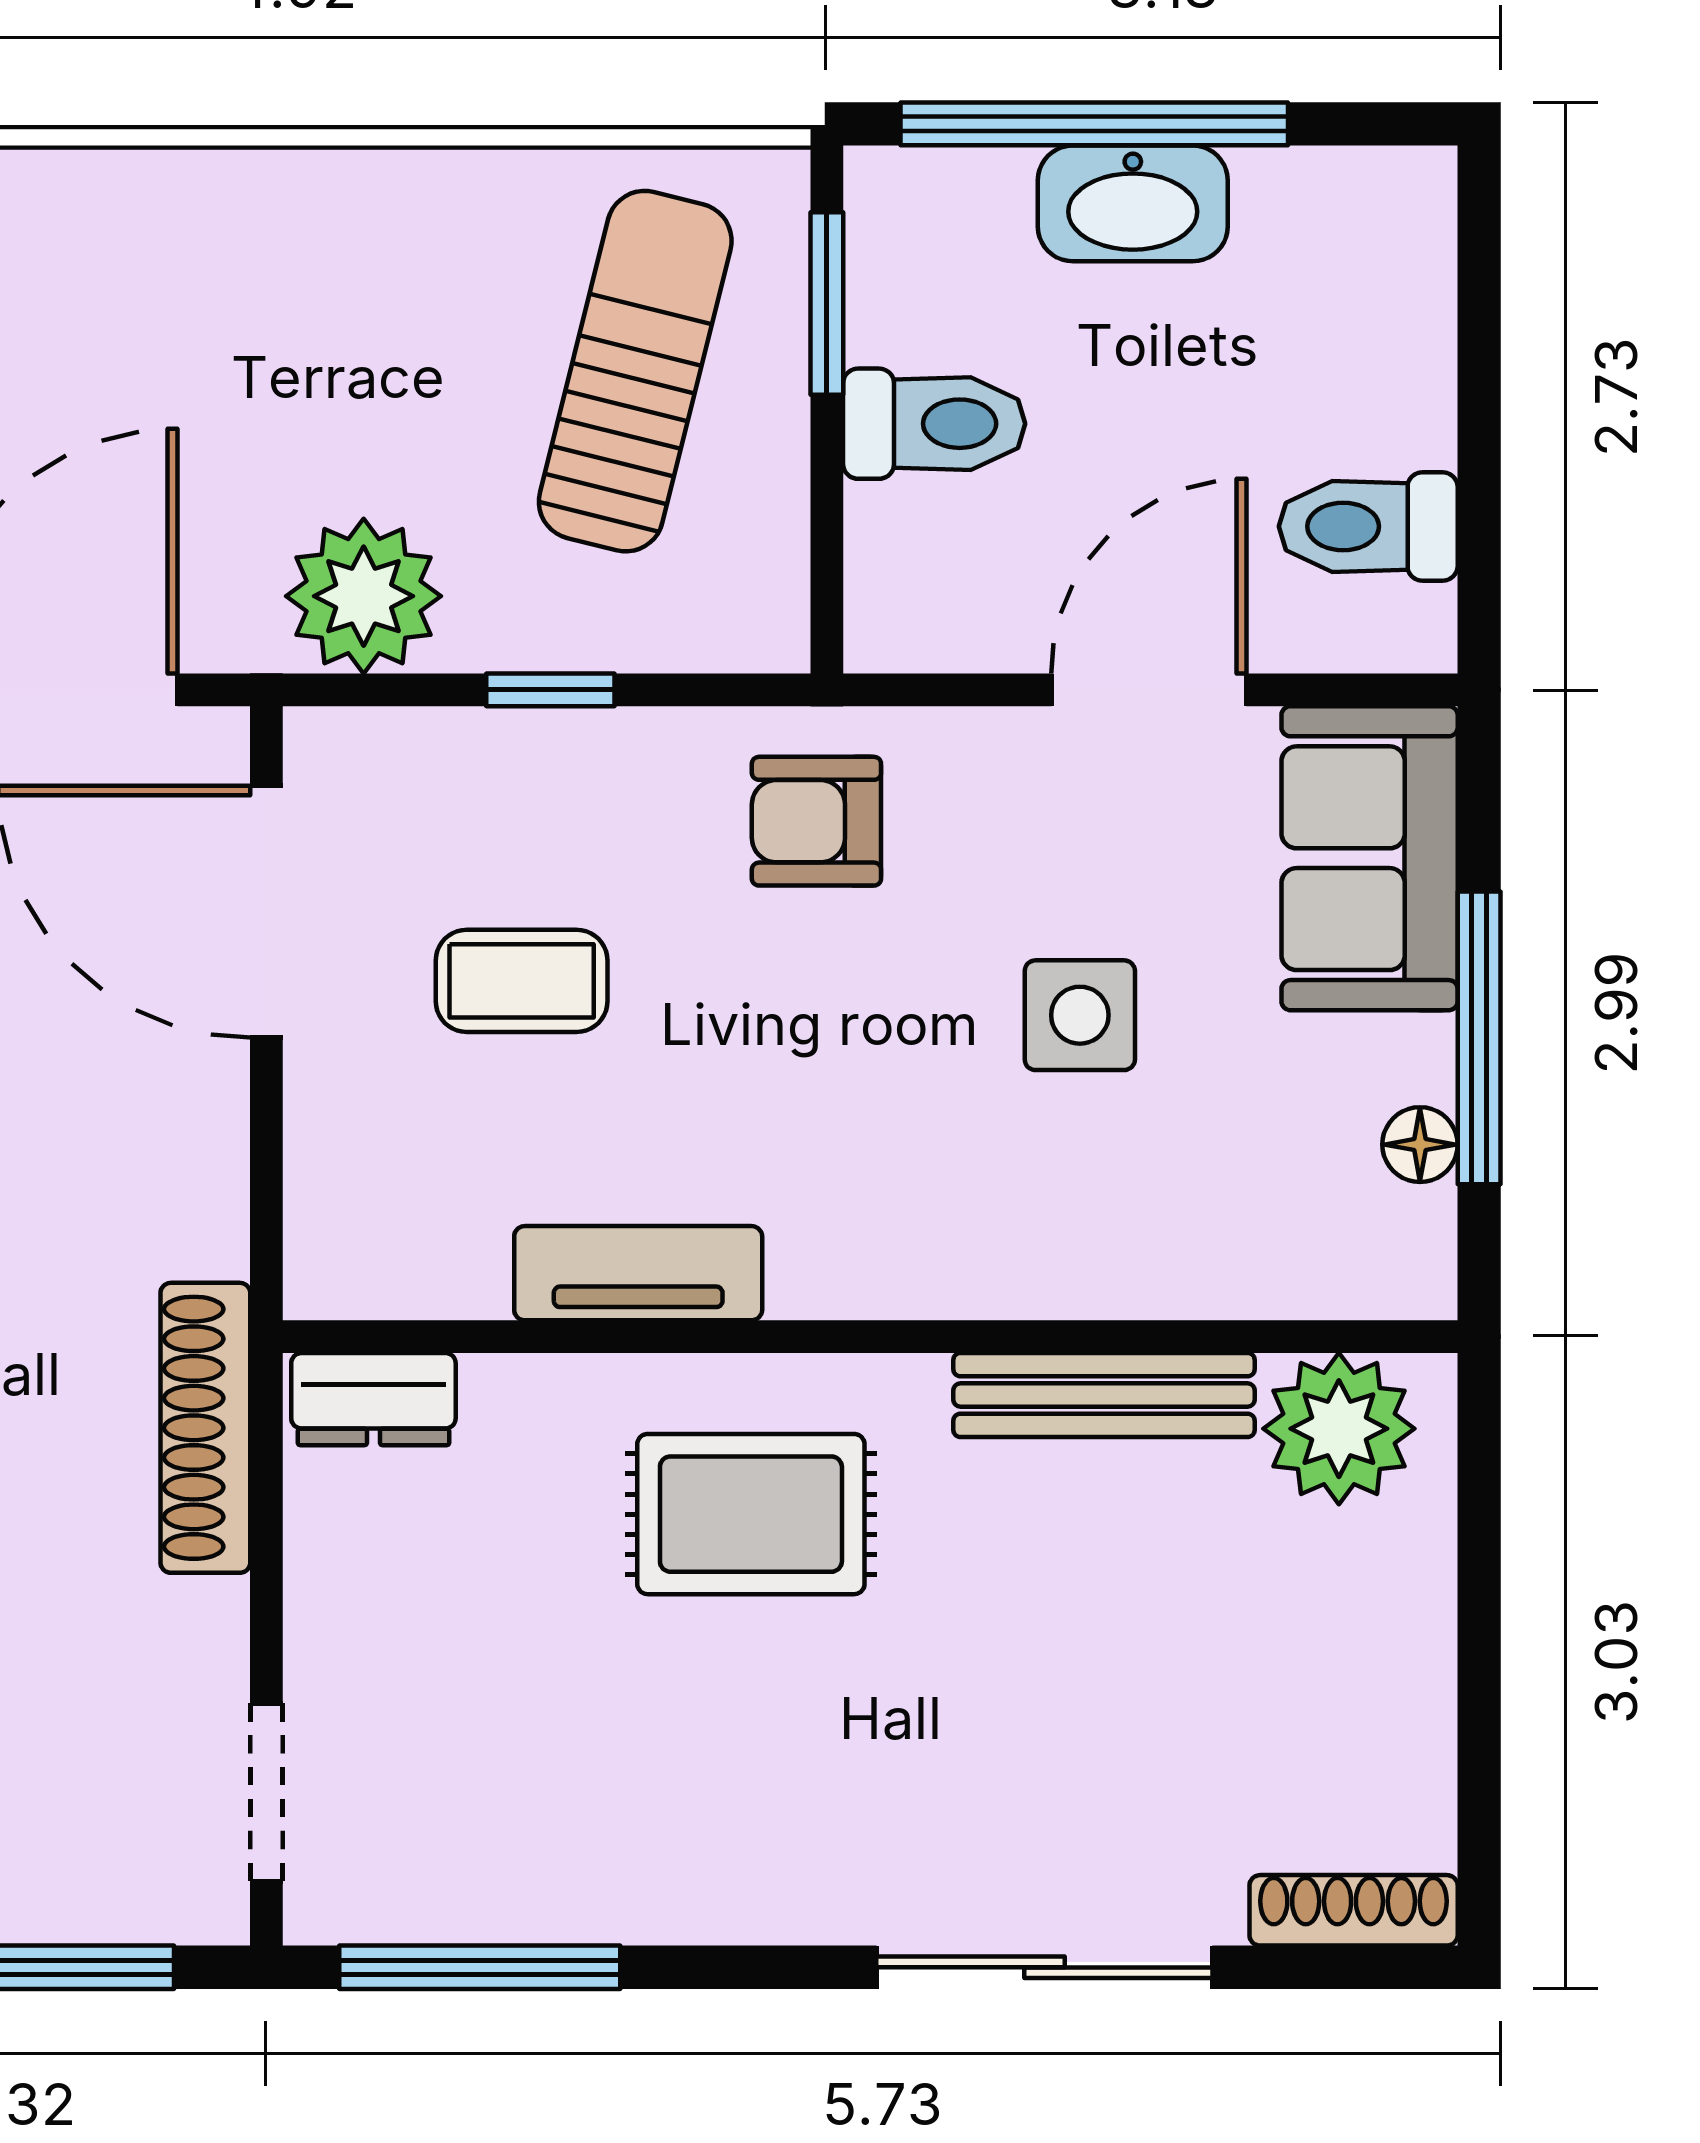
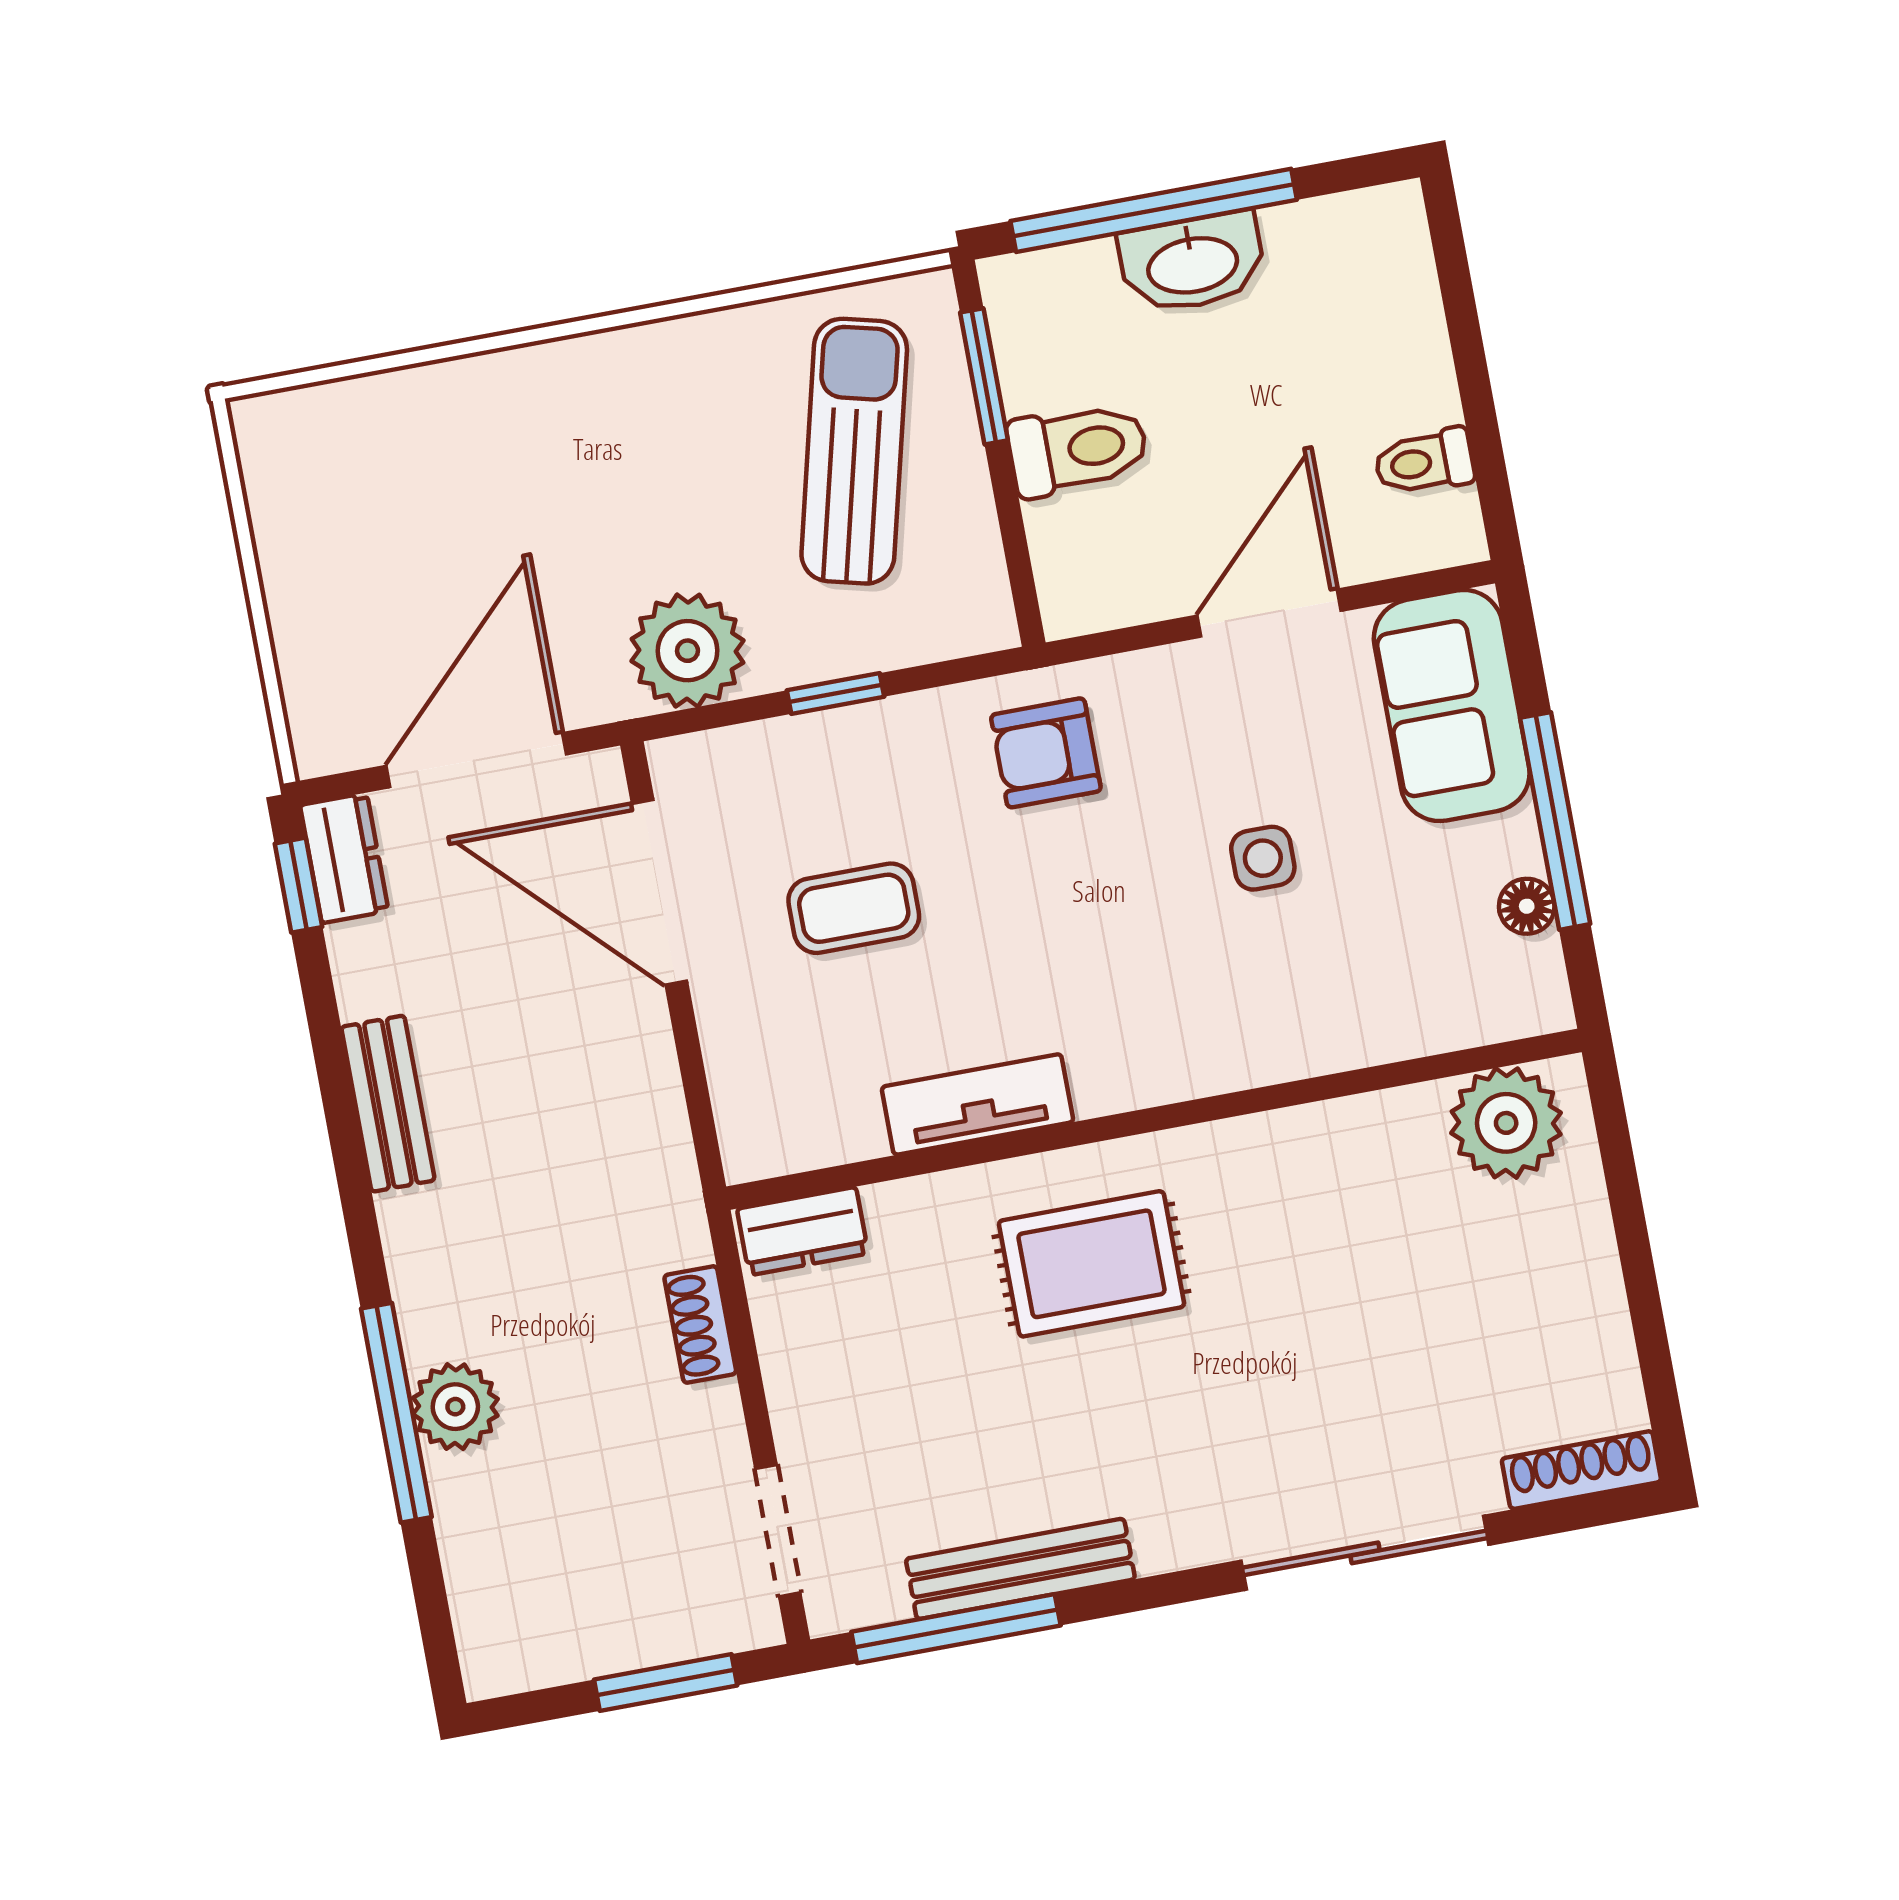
toilet: (1368, 526) -> (1424, 462), width x0.73, depth x0.72
side table: (1080, 1015) -> (1263, 858), width x0.73, depth x0.73
bench: (1104, 1395) -> (1020, 1569), moved
shoe rack: (205, 1428) -> (700, 1324), width x0.51, depth x0.81

